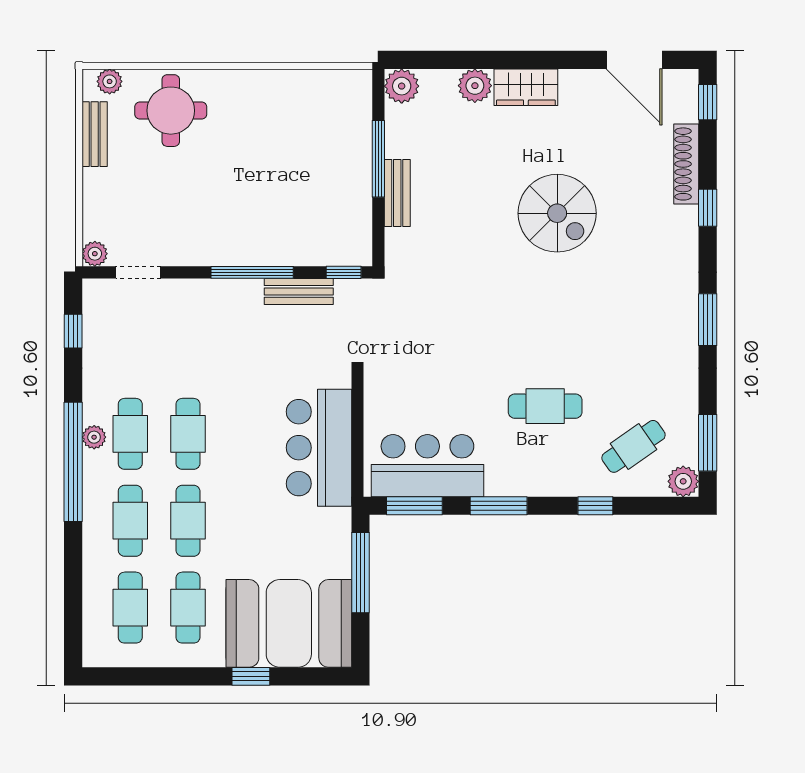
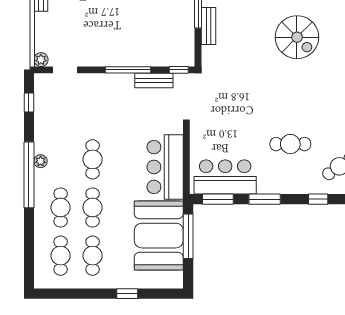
cafe table: (130, 434) -> (61, 159), removed
booth: (289, 623) -> (159, 236), moved, turned 90

